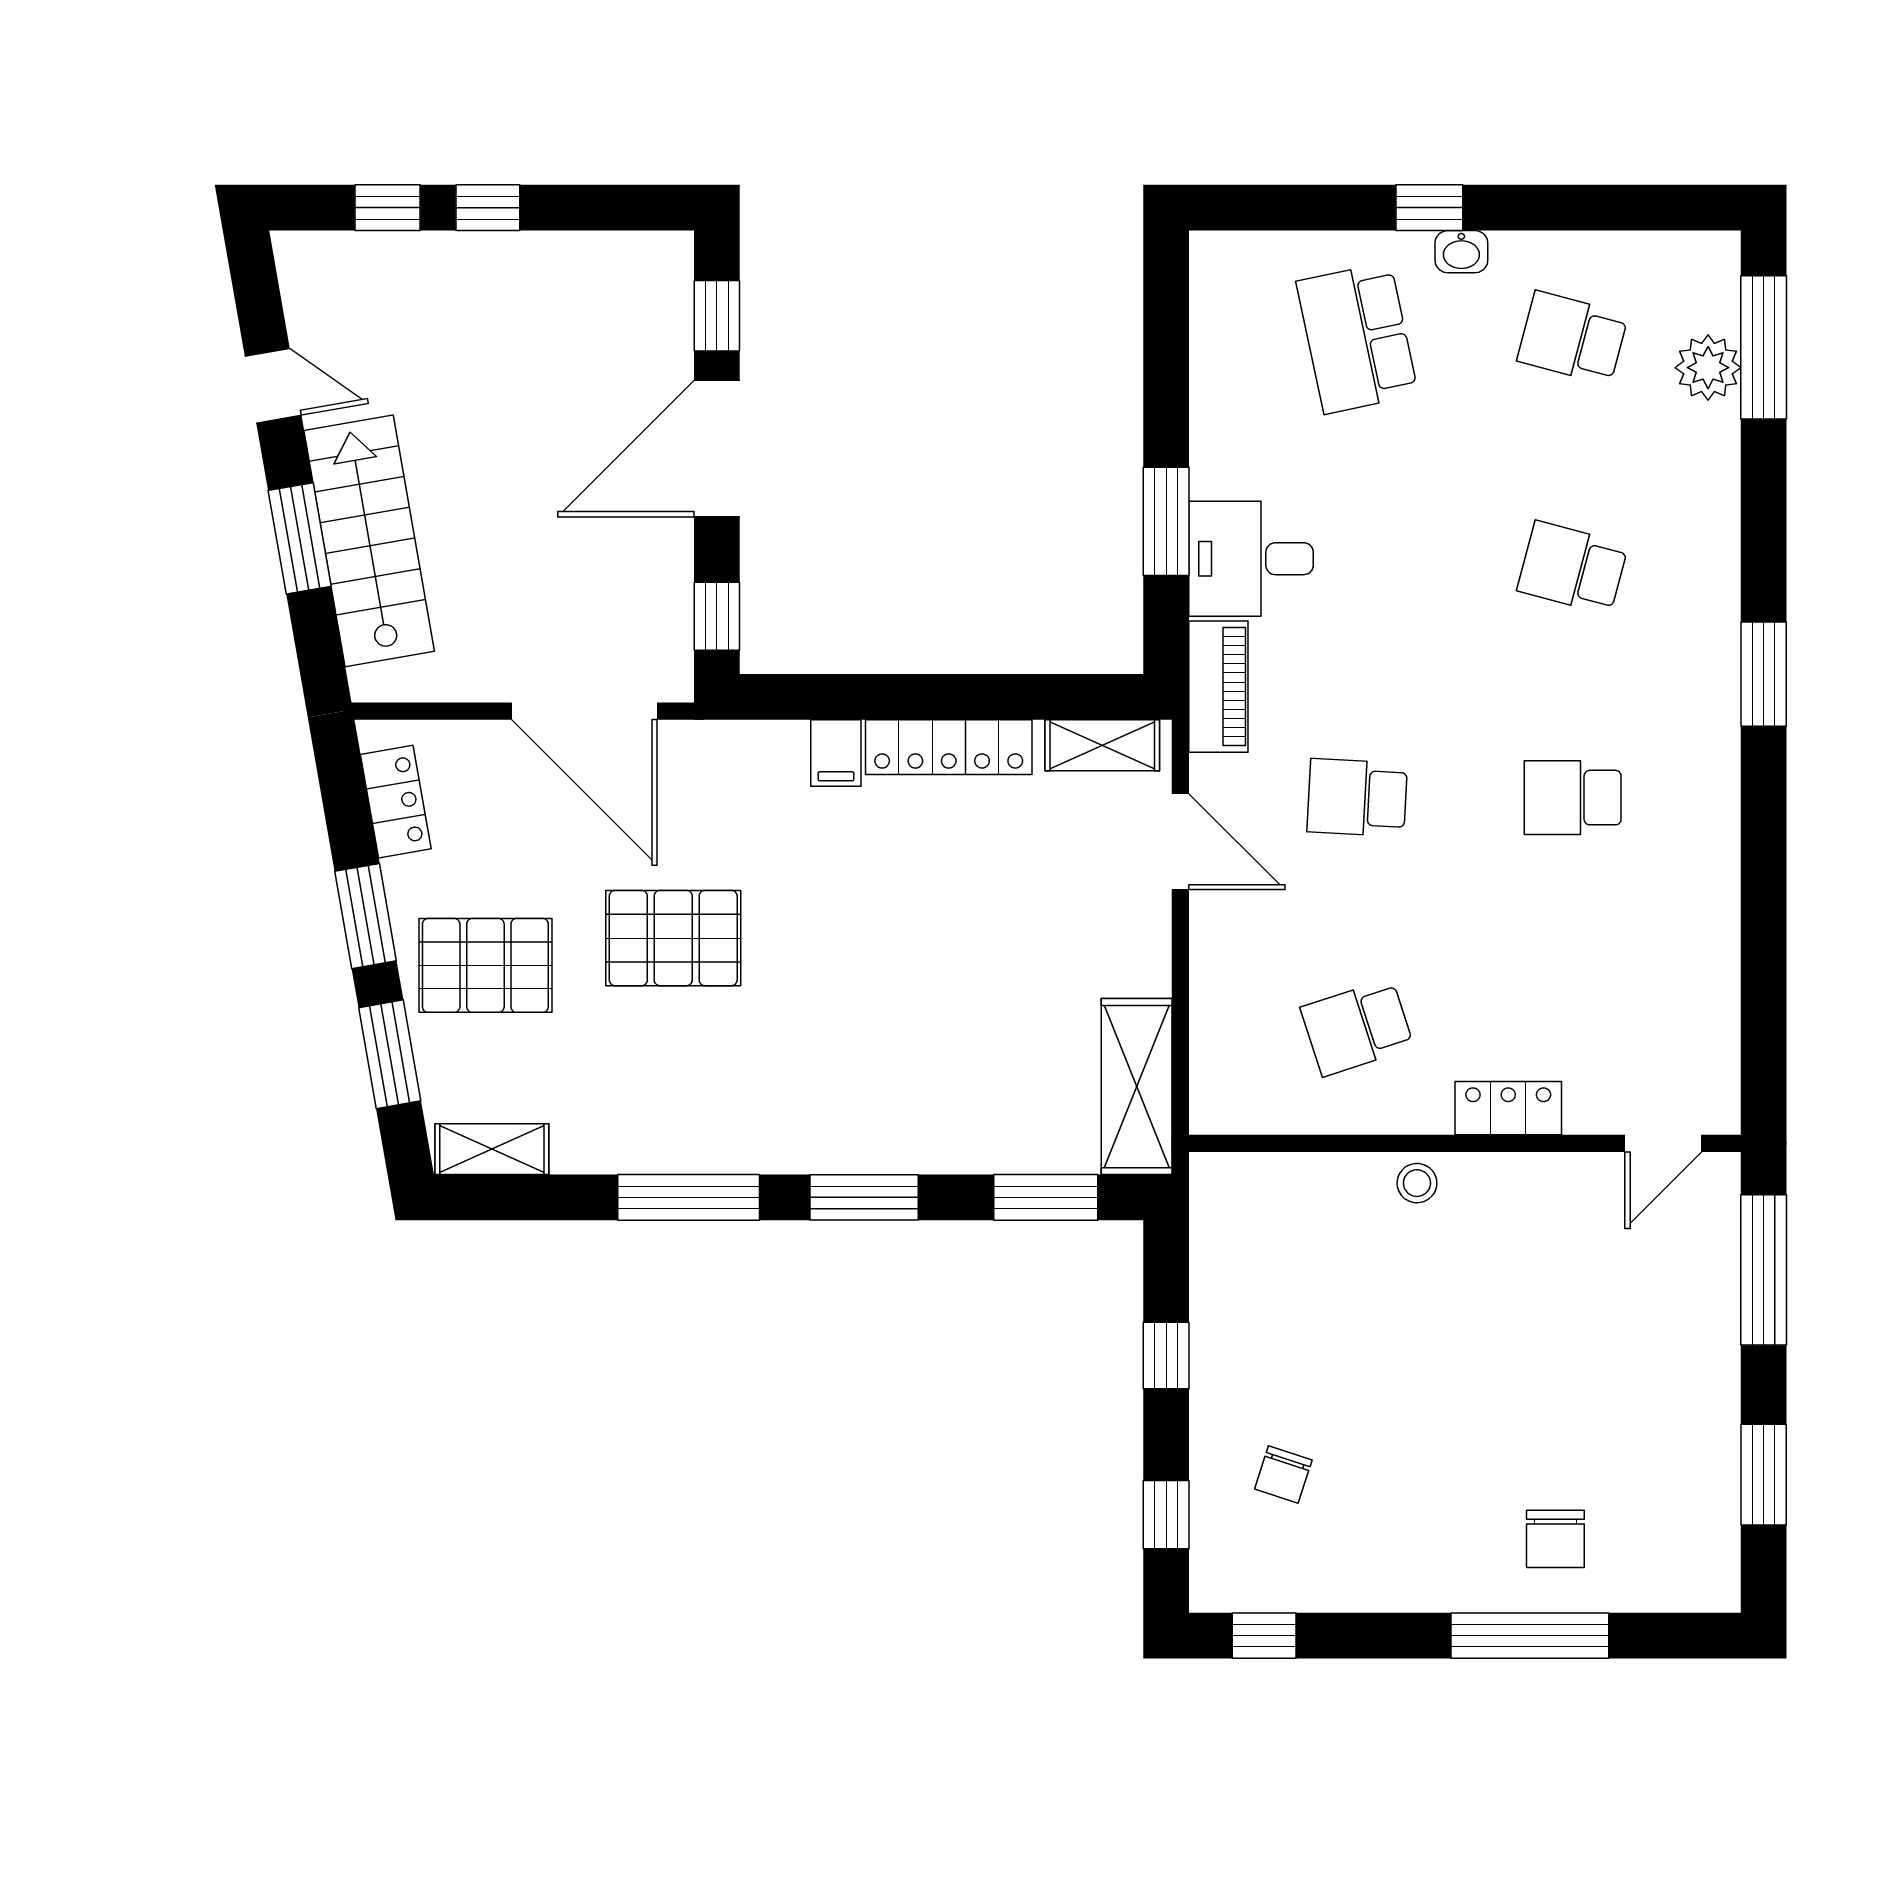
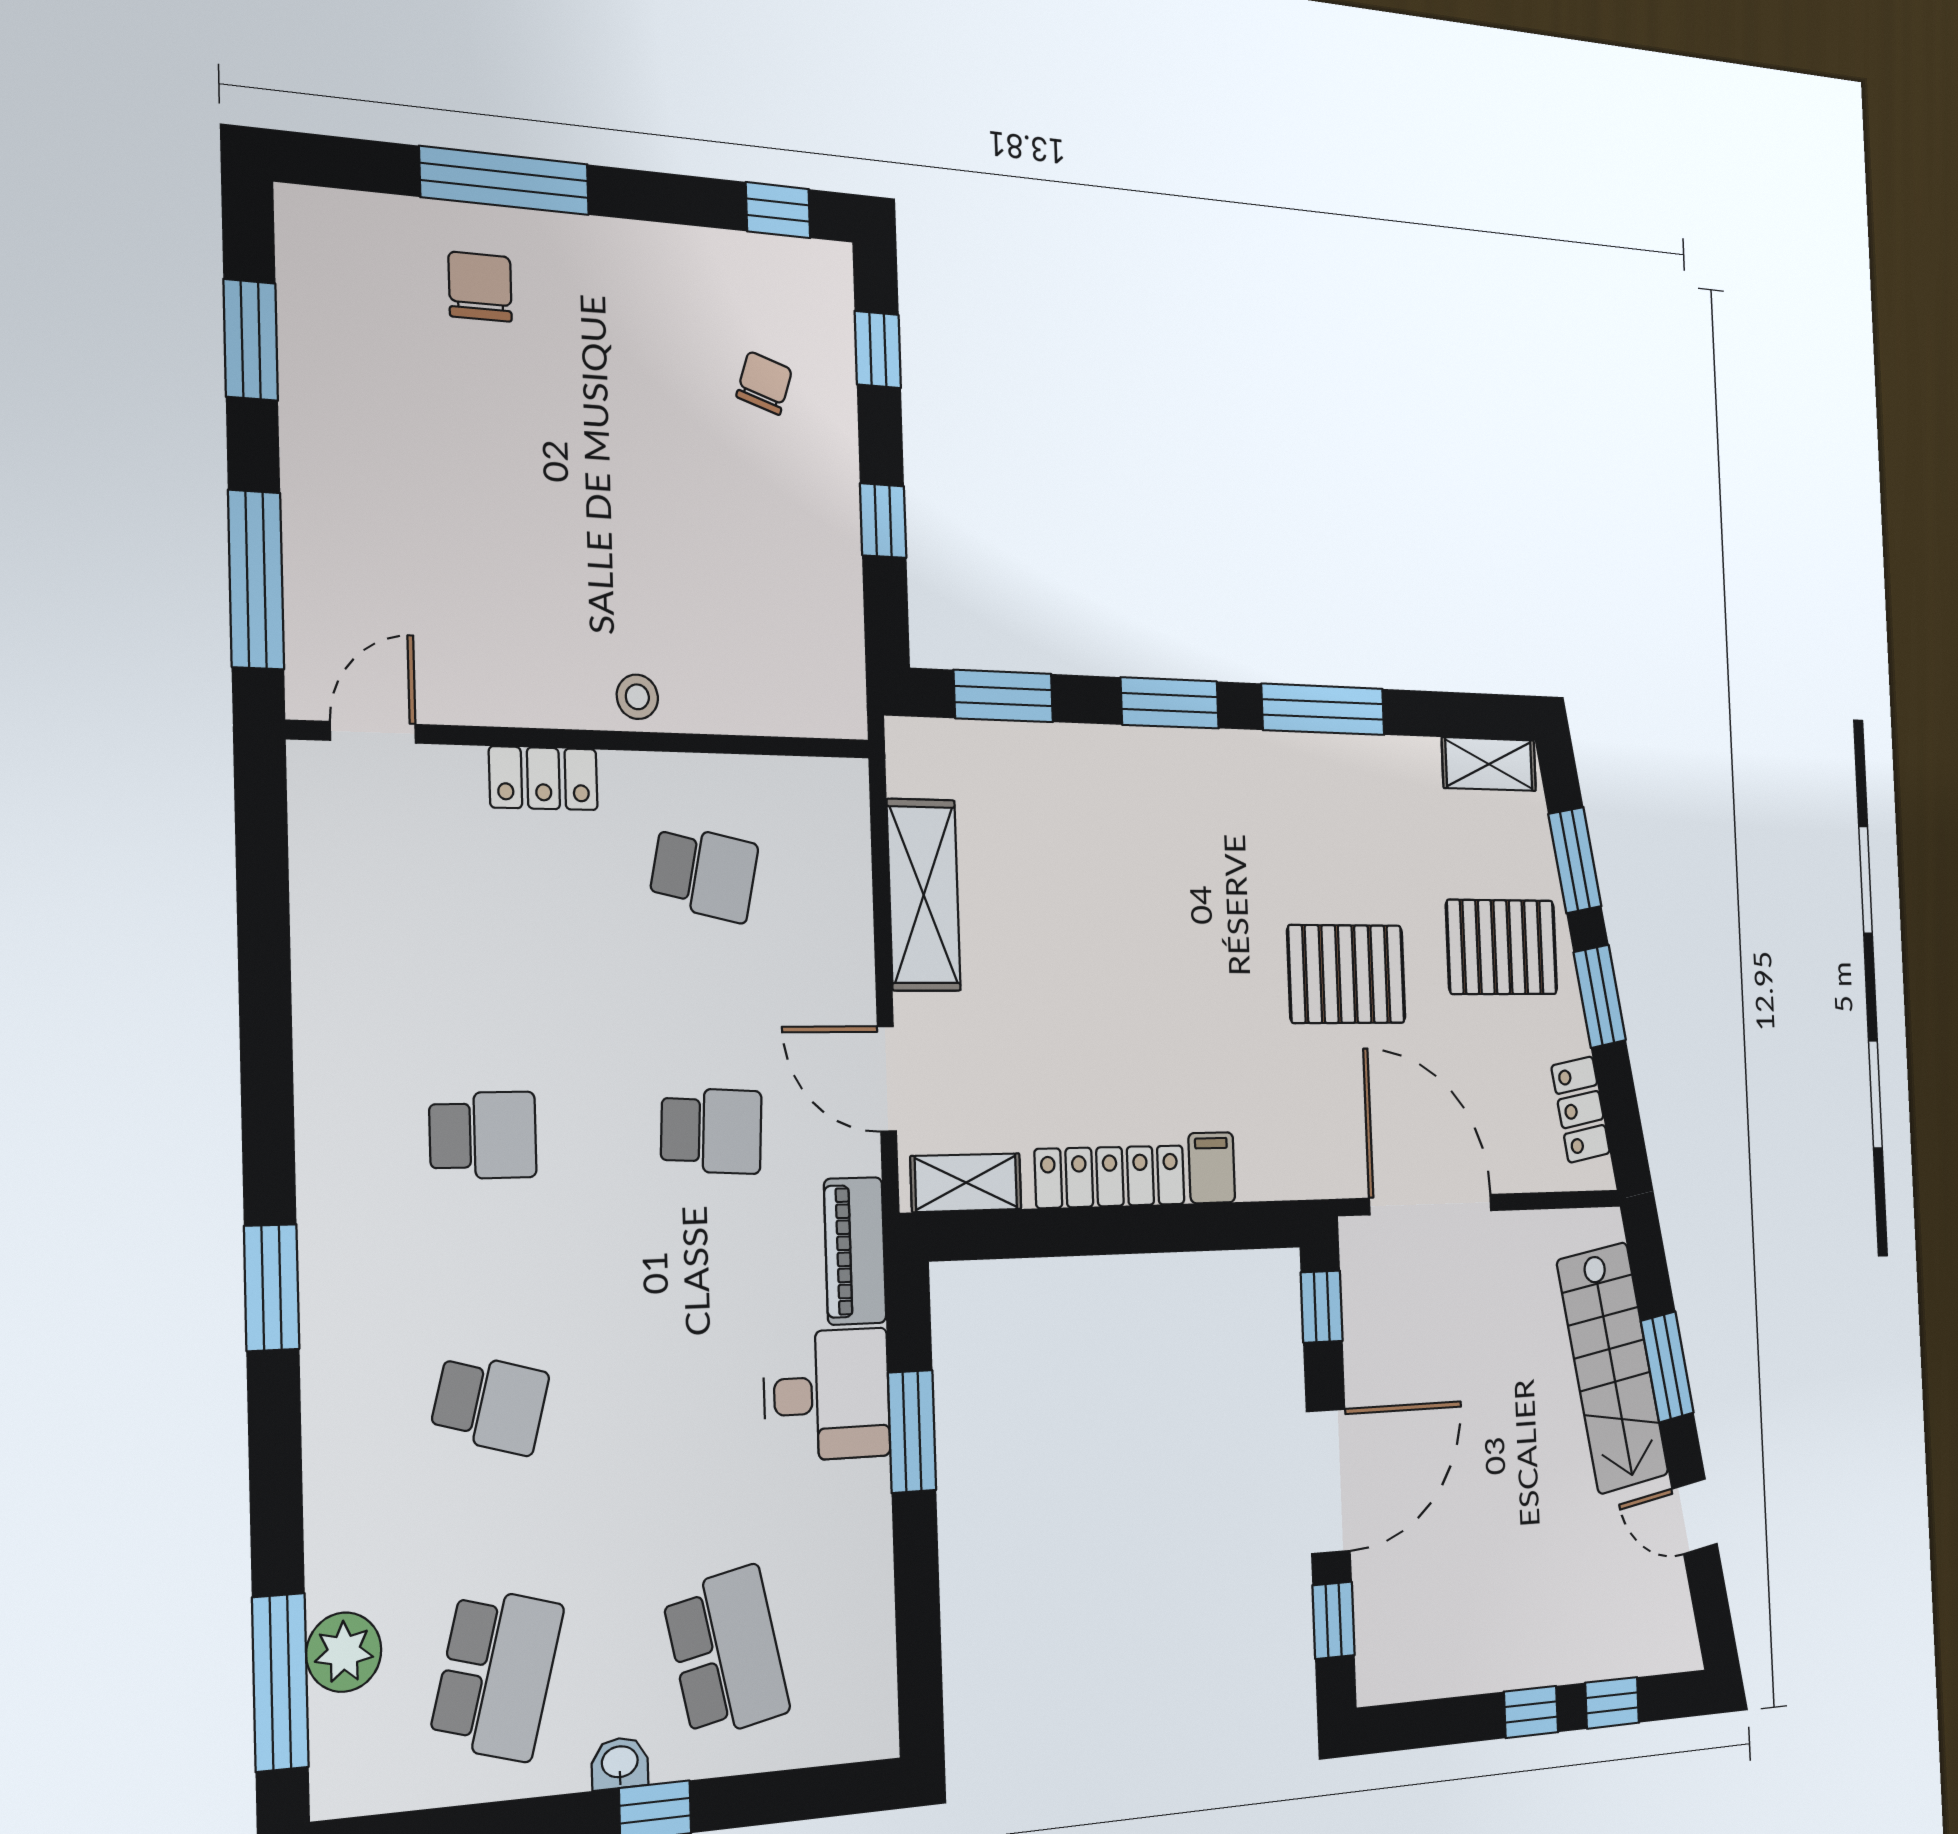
school desk: (1573, 338) -> (497, 1674), width x1.85
school desk: (1357, 1027) -> (704, 873), turned 30
shelving: (1137, 1087) -> (924, 895), moved

